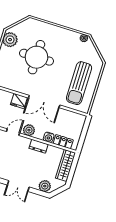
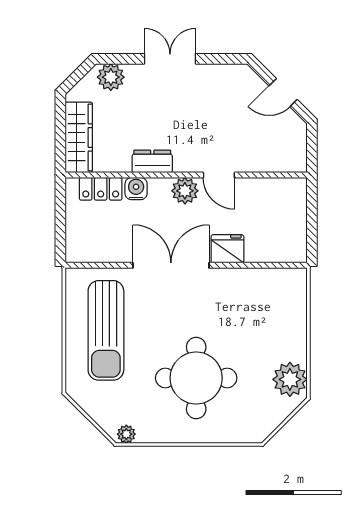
round table: (36, 57) -> (196, 378), moved
sun lounger: (79, 83) -> (106, 330), turned 180
door: (13, 132) -> (219, 175), hinge flipped

